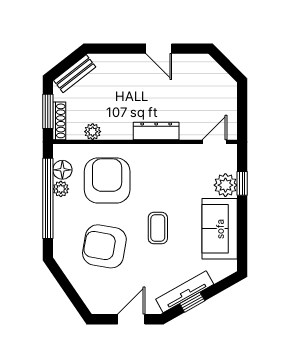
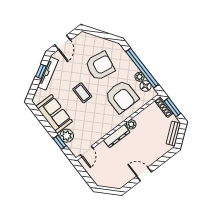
plant: (93, 132) -> (131, 124), moved

